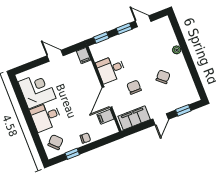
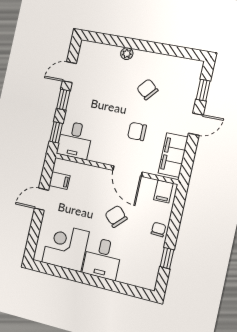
filing cabinet: (84, 56) -> (60, 181), moved
desk: (111, 69) -> (75, 140), moved
filing cabinet: (106, 117) -> (163, 191), moved
door: (161, 119) -> (196, 124), hinge flipped
chair: (56, 142) -> (116, 216), moved

